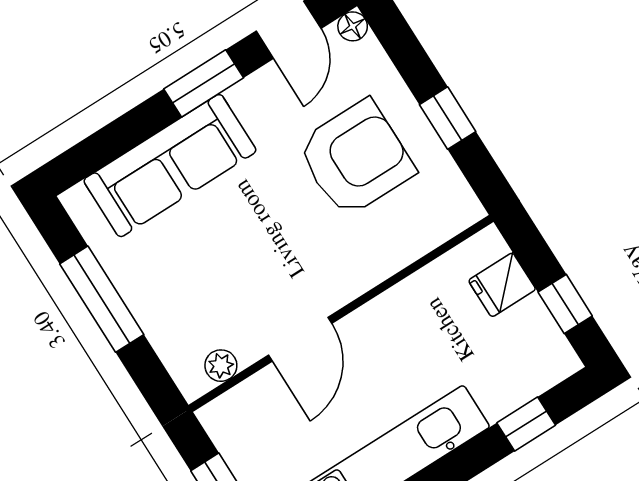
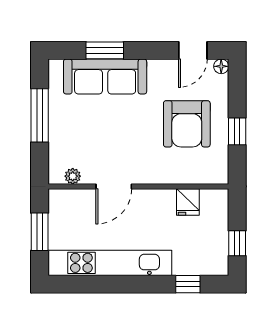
window: (204, 83) -> (105, 50), moved
armchair: (356, 158) -> (187, 124), turned 90
fridge: (502, 285) -> (188, 202), moved, turned -90

